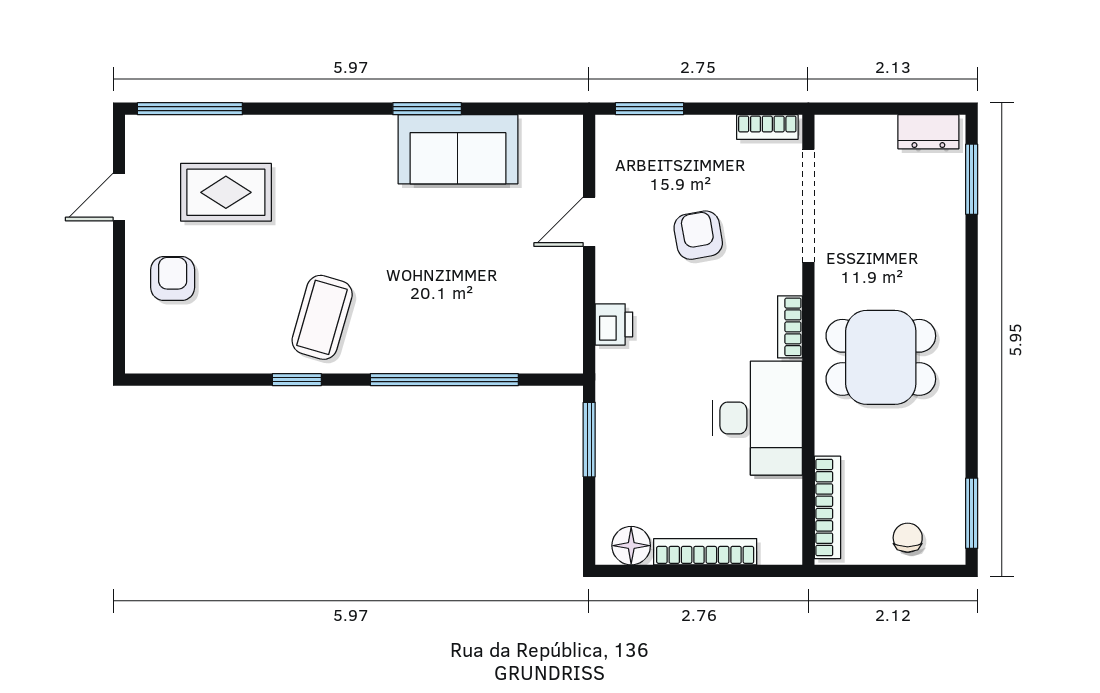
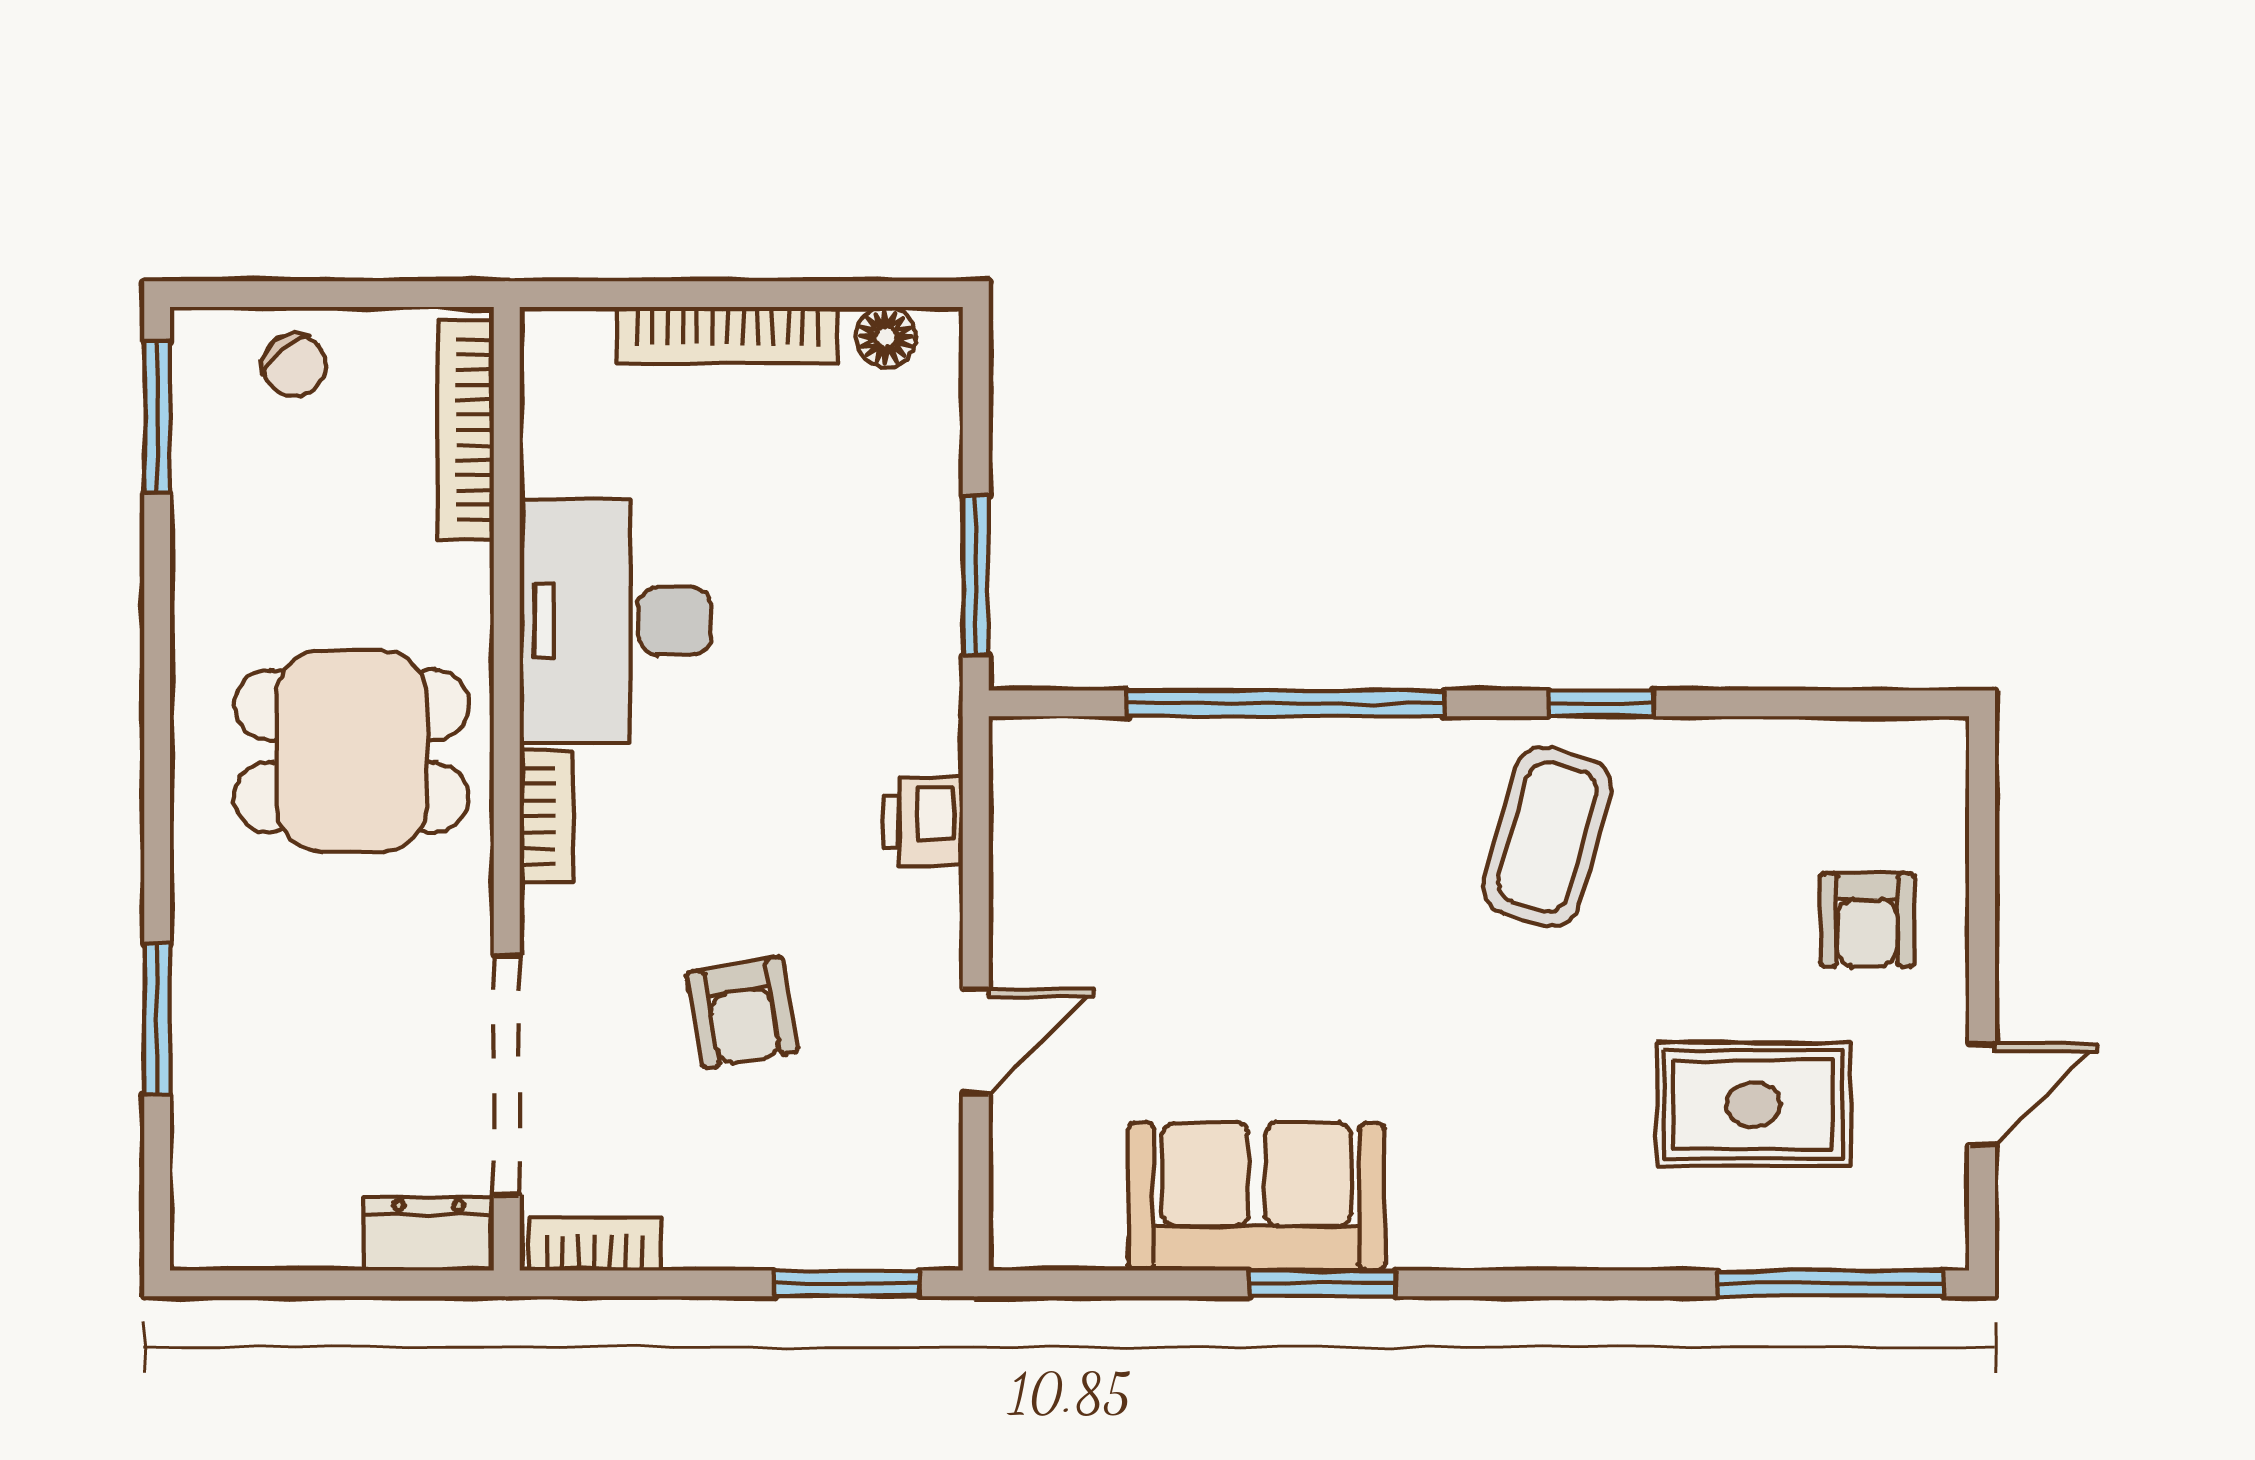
dresser: (928, 132) -> (429, 1234), moved
window: (972, 179) -> (157, 1019), moved
chair: (908, 538) -> (294, 365), turned -40
floor lamp: (631, 546) -> (886, 337), width x0.73, depth x0.73

